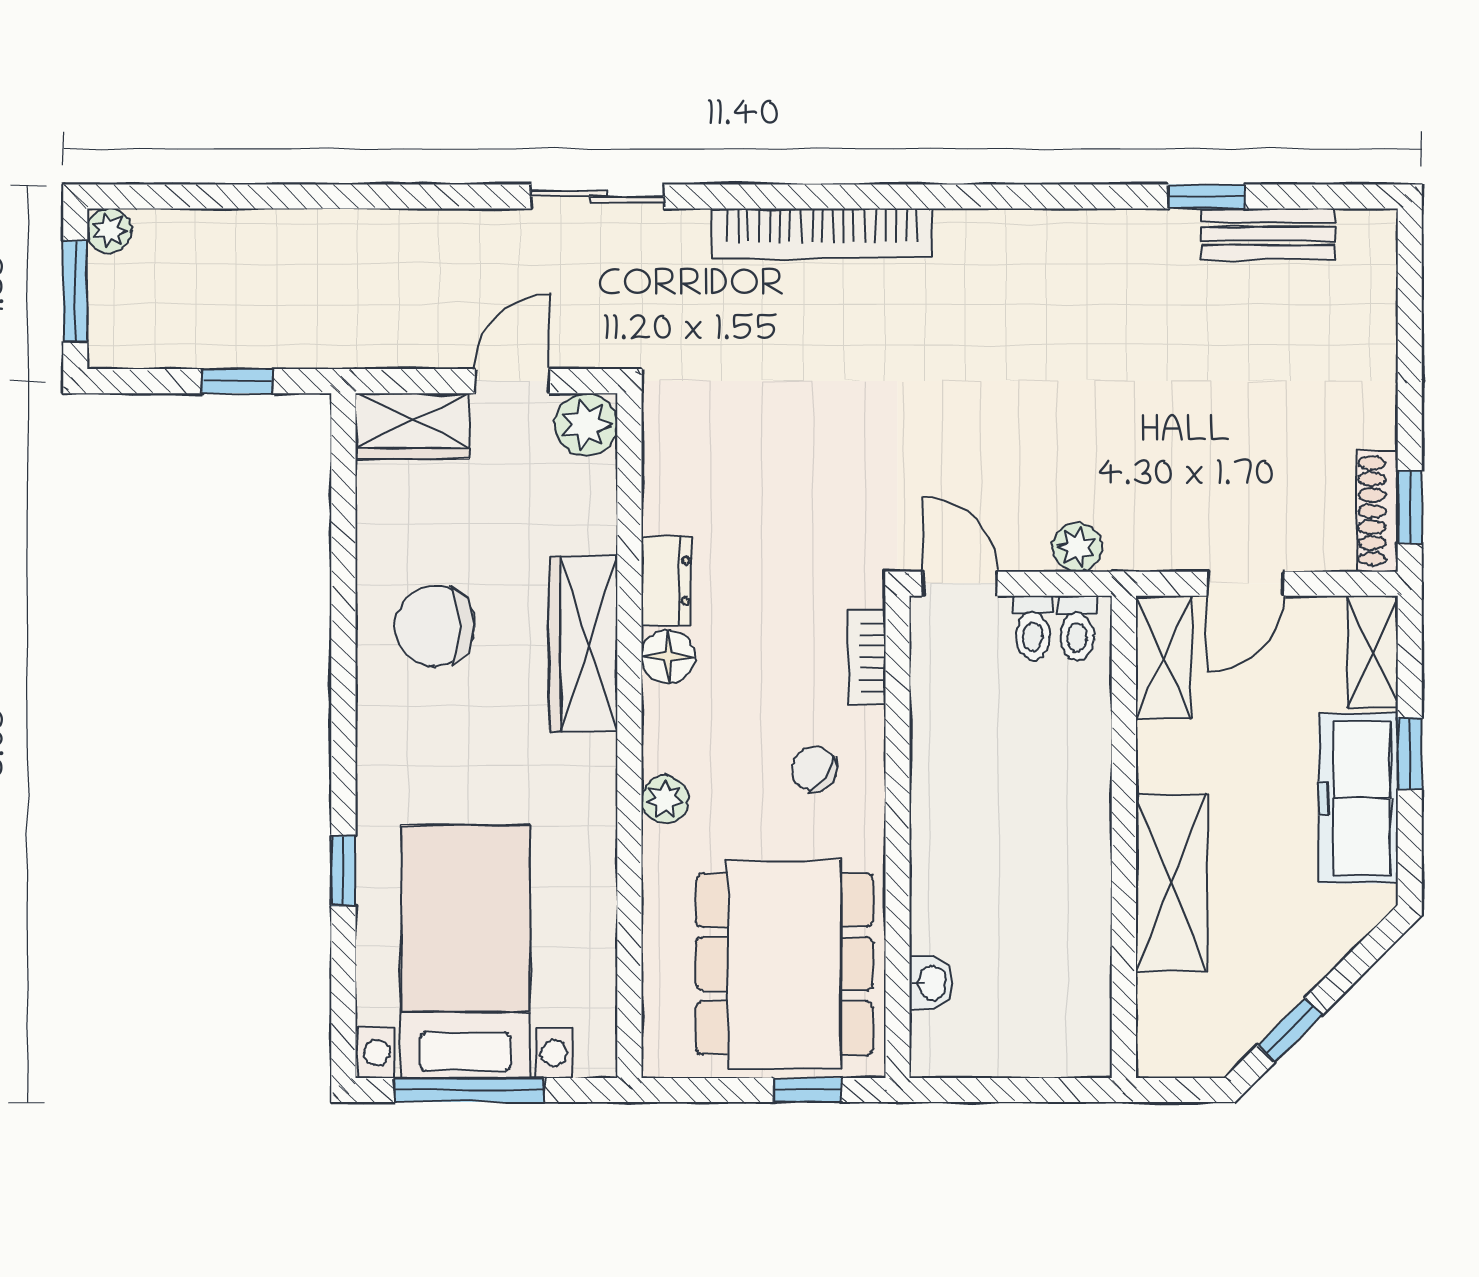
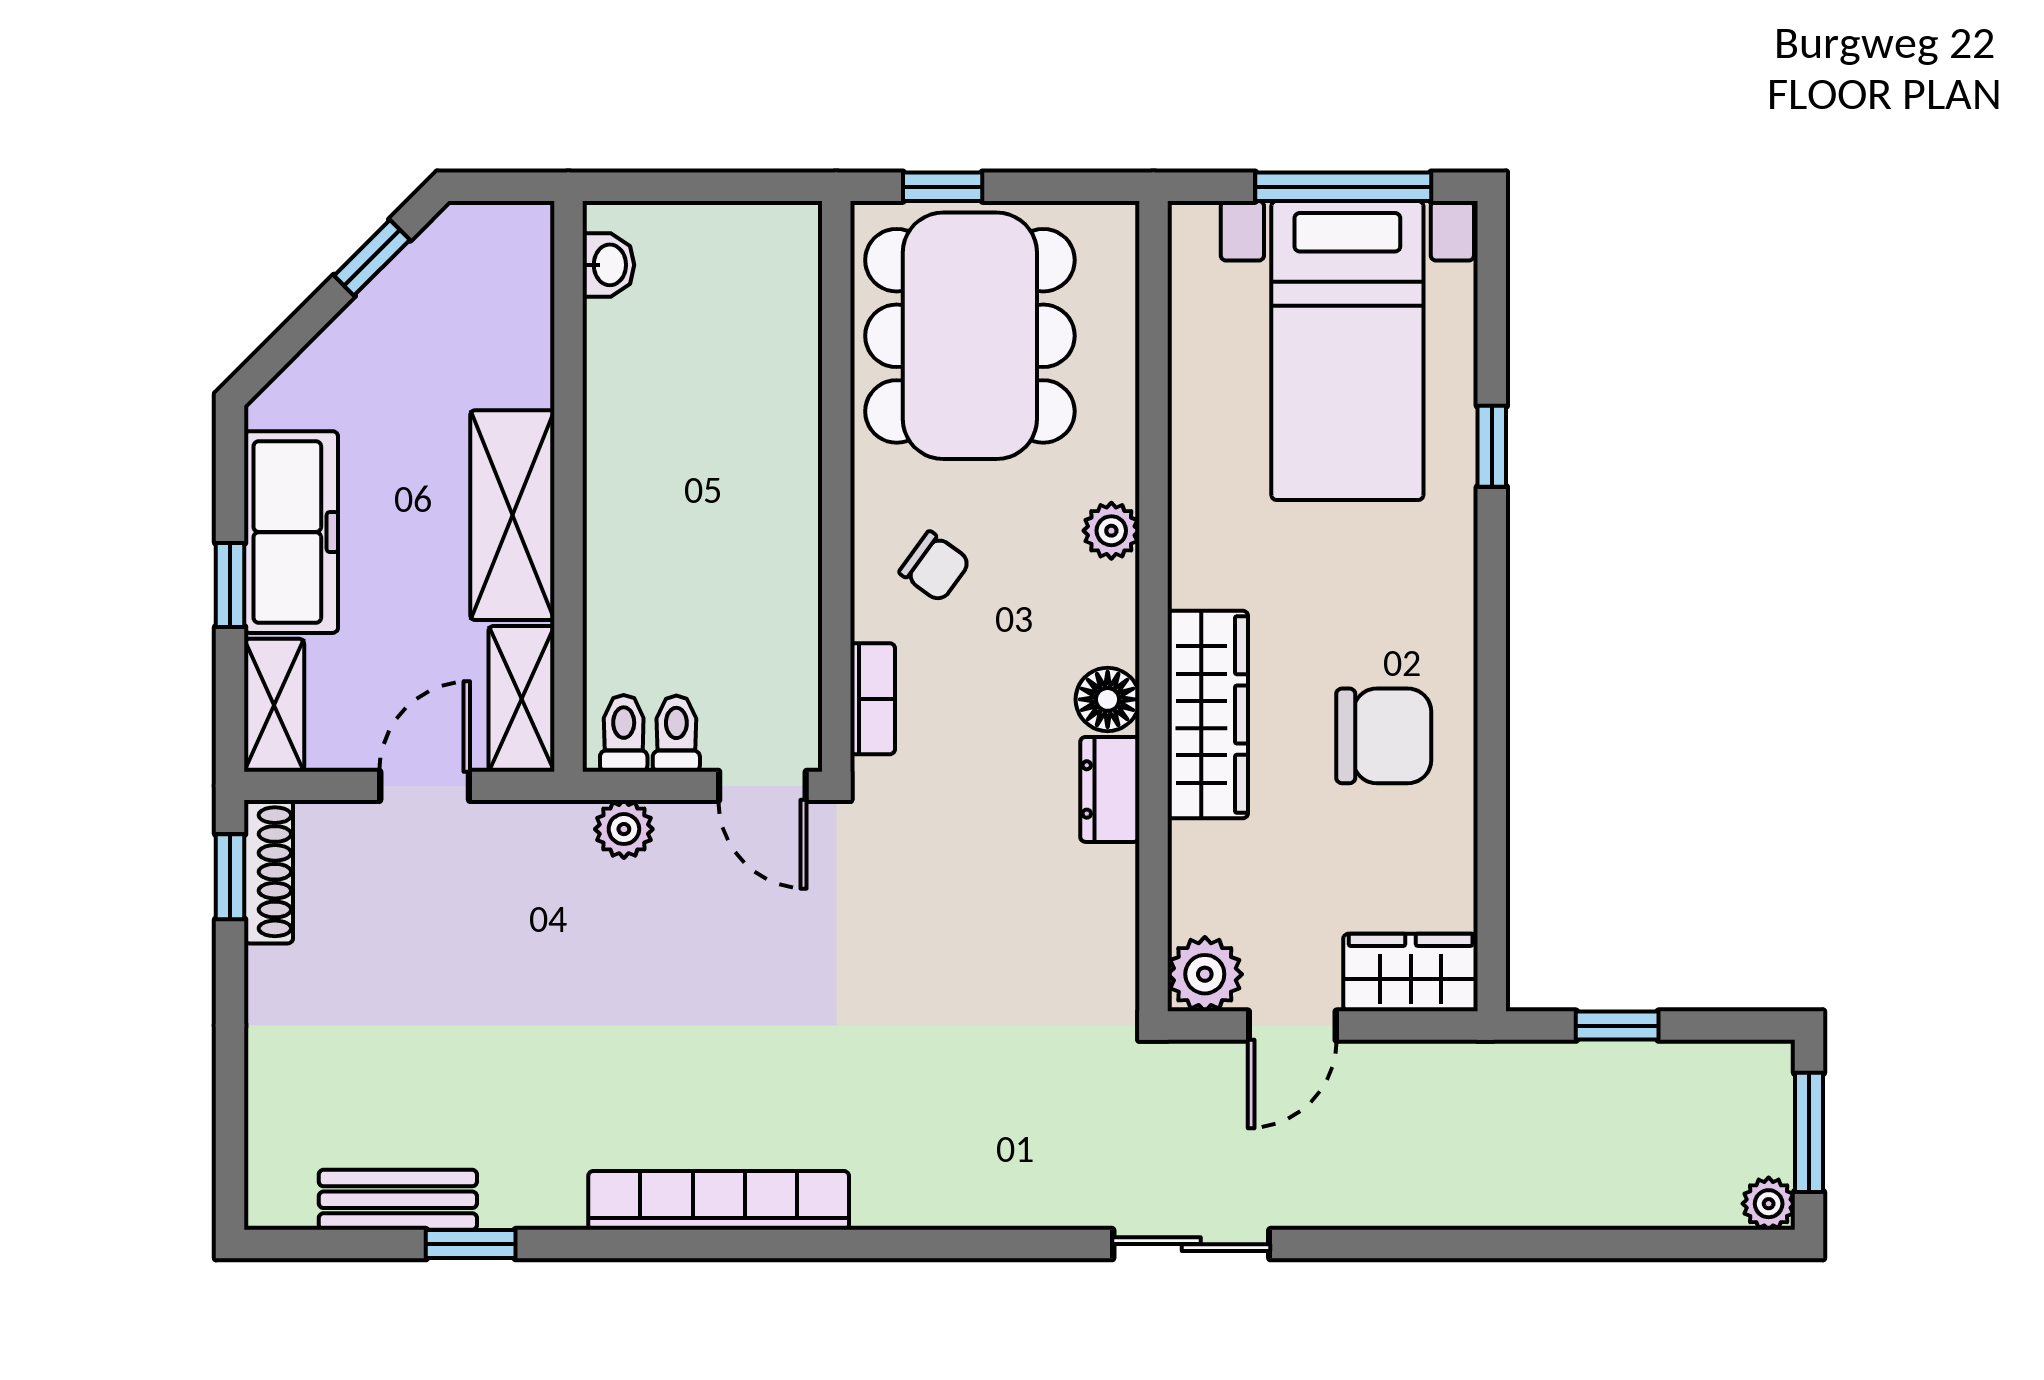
bookcase: (822, 233) -> (719, 1200), moved
shelving: (1171, 883) -> (512, 515), moved
washbasin: (931, 983) -> (608, 265), moved, turned 180

